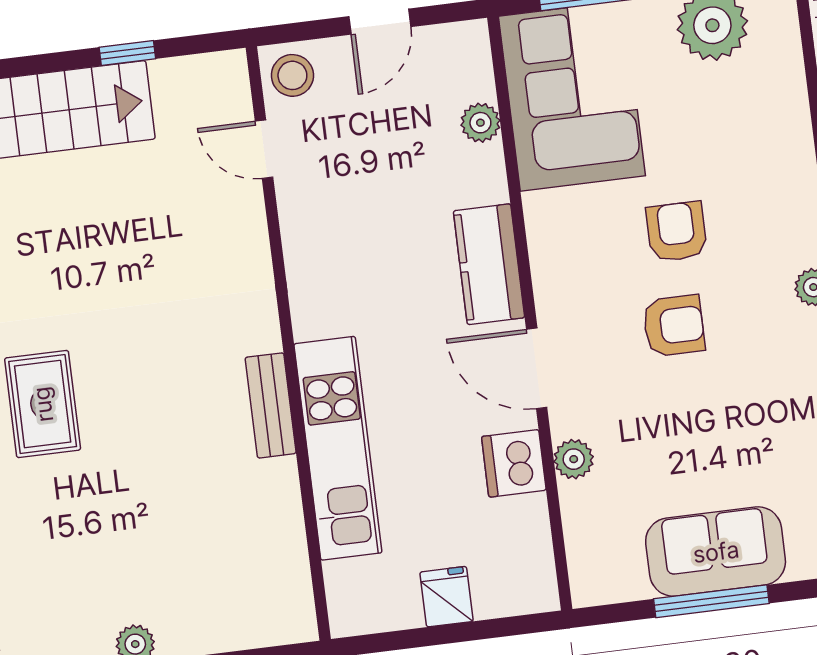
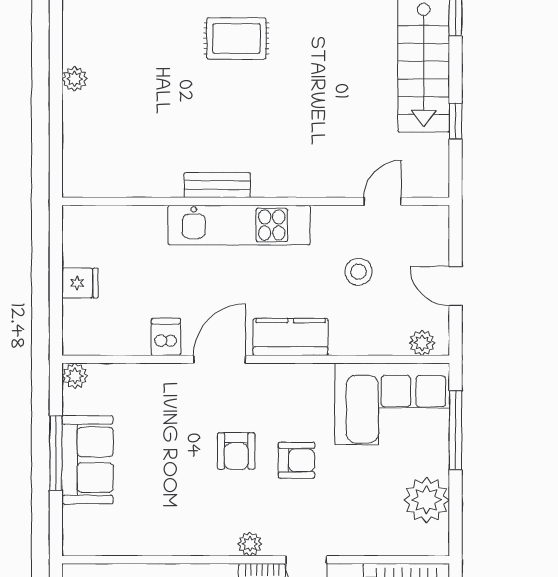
stool: (292, 75) -> (358, 272), moved
plant: (480, 123) -> (422, 343), moved
kitchen unit: (338, 448) -> (239, 225), moved
plant: (574, 459) -> (75, 376), moved
dishwasher: (514, 463) -> (166, 337), width x0.73

